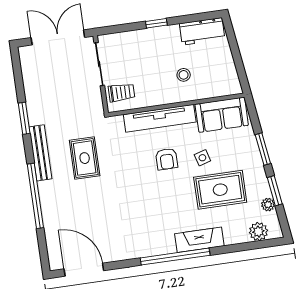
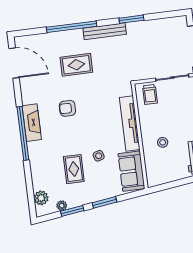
rug: (85, 158) -> (76, 65), moved
armchair: (167, 159) -> (67, 108), moved
rug: (220, 190) -> (74, 169), width x0.73, depth x0.70
fireplace: (199, 240) -> (32, 123), moved
door: (84, 270) -> (14, 63), hinge flipped

